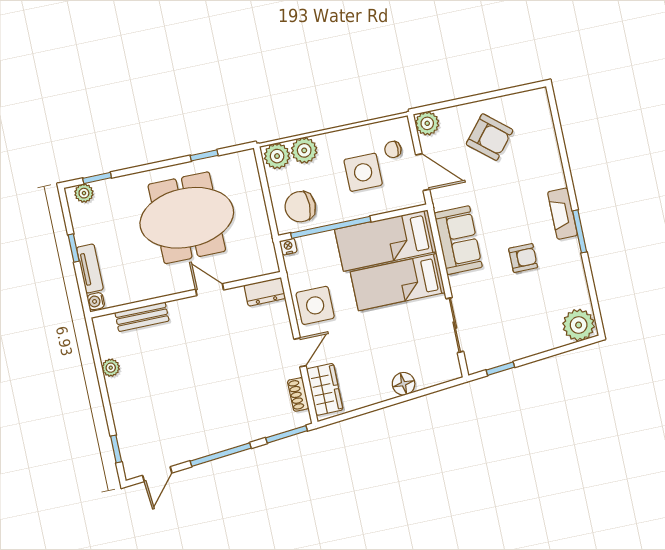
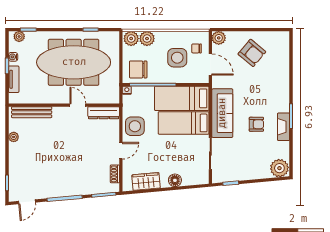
fireplace: (562, 214) -> (284, 127), moved
meeting table: (187, 218) -> (74, 62), width x1.36
sofa: (458, 240) -> (222, 113), width x1.36
dresser: (265, 292) -> (104, 113), width x1.44
water cooler: (96, 301) -> (13, 57), moved
bench: (142, 317) -> (32, 112), width x1.36
wardrobe: (325, 389) -> (146, 181), moved, turned -95

